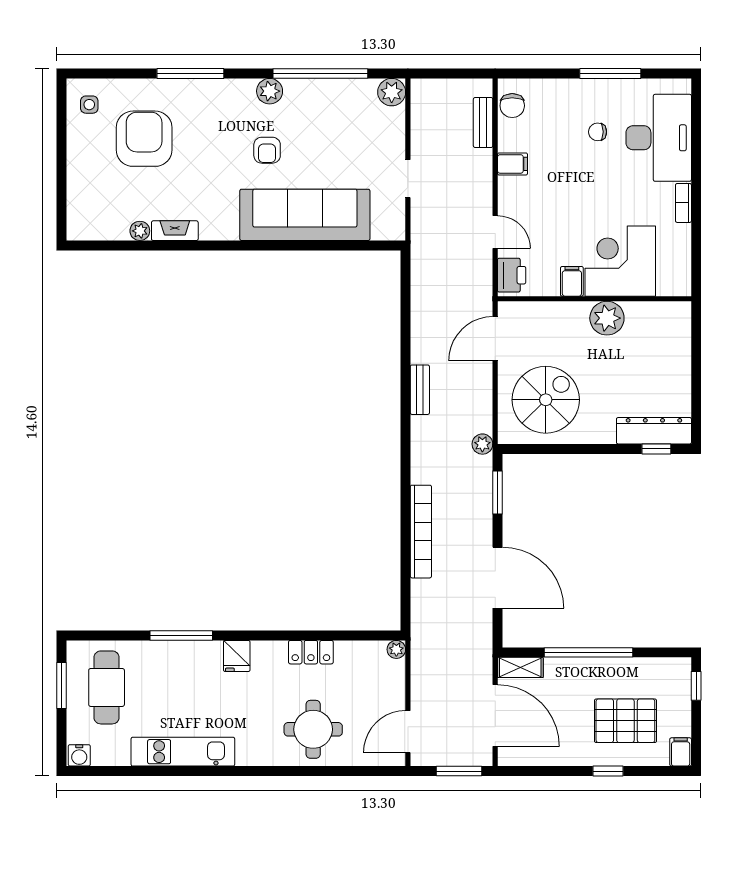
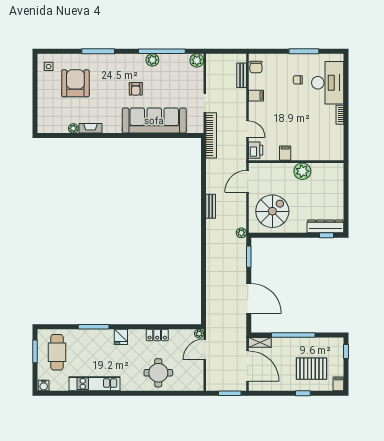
plant: (270, 91) -> (152, 60), moved
corner desk: (620, 261) -> (309, 143), removed
bookcase: (421, 532) -> (211, 135), moved
door: (408, 732) -> (205, 349), moved

